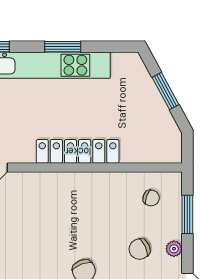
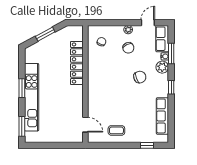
locker: (78, 151) -> (77, 63), moved
window: (187, 214) -> (110, 23), removed

